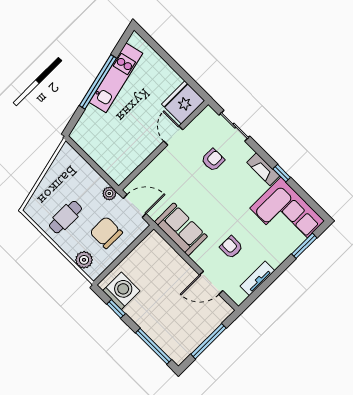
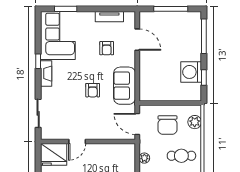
armchair: (213, 160) -> (93, 90), moved, turned -90
plant: (109, 193) -> (144, 158), moved
washing machine: (121, 291) -> (191, 72), moved

